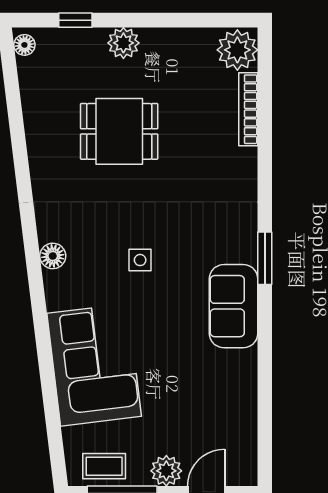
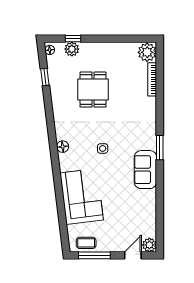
plant: (123, 43) -> (72, 49), moved
window: (14, 104) -> (45, 77), added
dining table: (119, 131) -> (93, 90), turned 90
plant: (166, 471) -> (149, 245), moved

